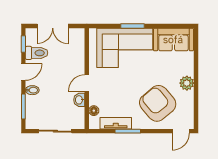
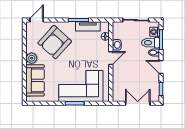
sofa: (173, 40) -> (35, 80), moved, turned 90
toilet: (37, 53) -> (151, 43), moved
door: (23, 72) -> (161, 67), hinge flipped
armchair: (158, 103) -> (55, 42), turned 82
washing machine: (31, 116) -> (155, 32), added

